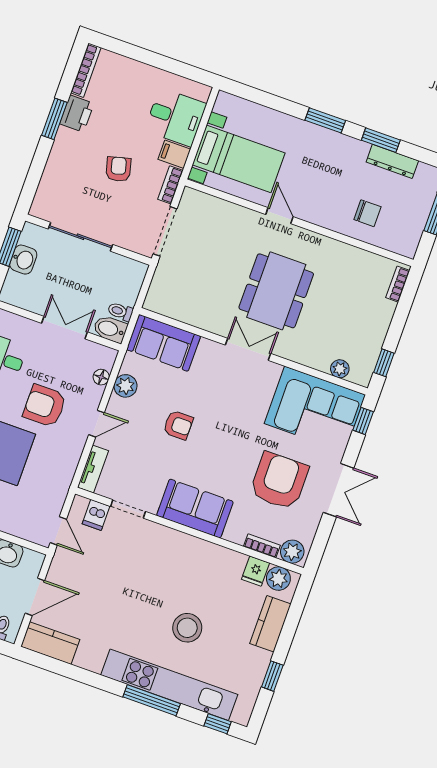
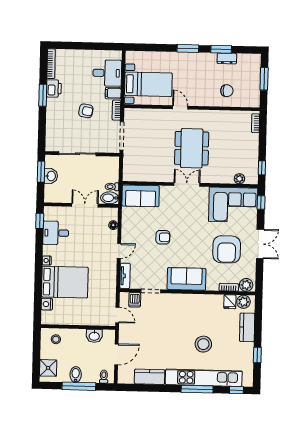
dresser: (392, 161) -> (227, 58), width x0.70
armchair: (118, 169) -> (86, 111), turned 116
plant: (126, 386) -> (128, 226), removed
armchair: (45, 406) -> (88, 250), removed
armchair: (279, 481) -> (227, 249), turned 180
kitchen counter: (50, 643) -> (150, 377), moved

